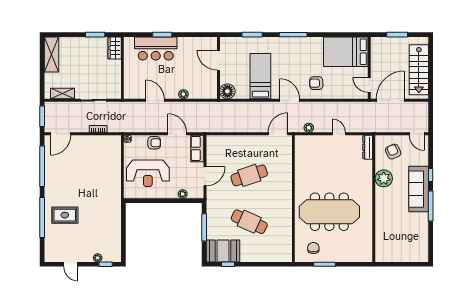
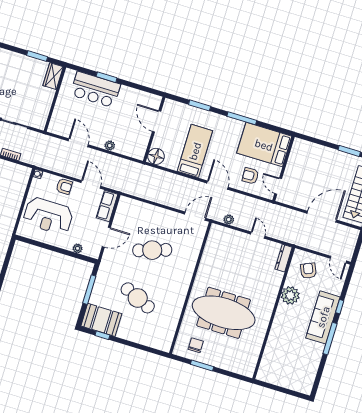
bed: (346, 52) -> (264, 145), moved
wall: (369, 68) -> (284, 169), moved
door: (369, 85) -> (278, 186), moved

